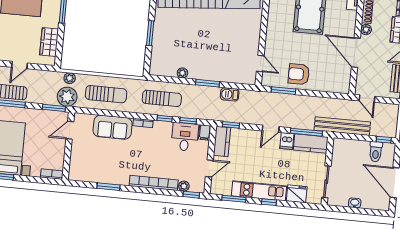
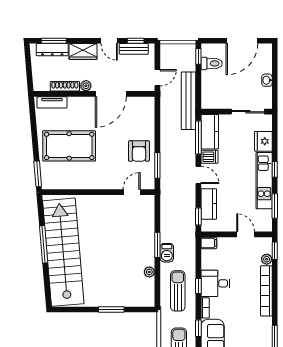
barbecue: (230, 94) -> (167, 253), moved
window: (188, 121) -> (198, 328), moved
desk: (185, 137) -> (215, 283), moved
kitchen counter: (222, 141) -> (209, 204), moved, turned 90

